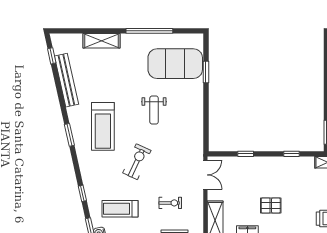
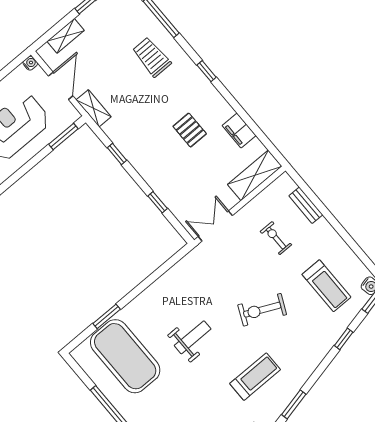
treadmill: (103, 126) -> (255, 377), width x0.73, depth x0.73

